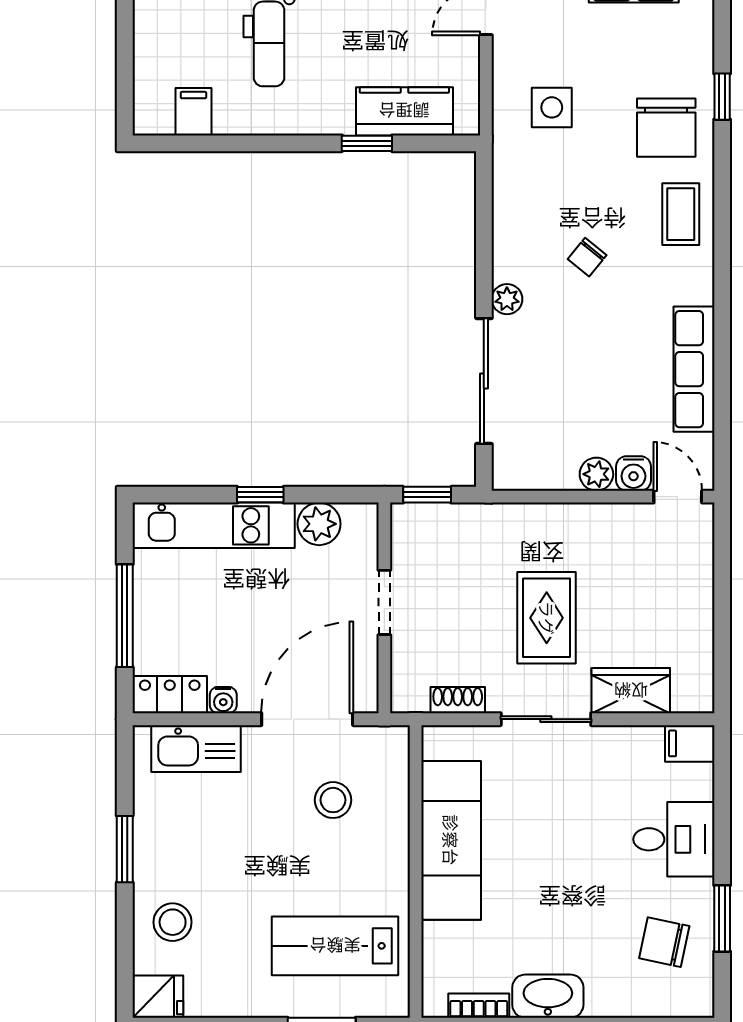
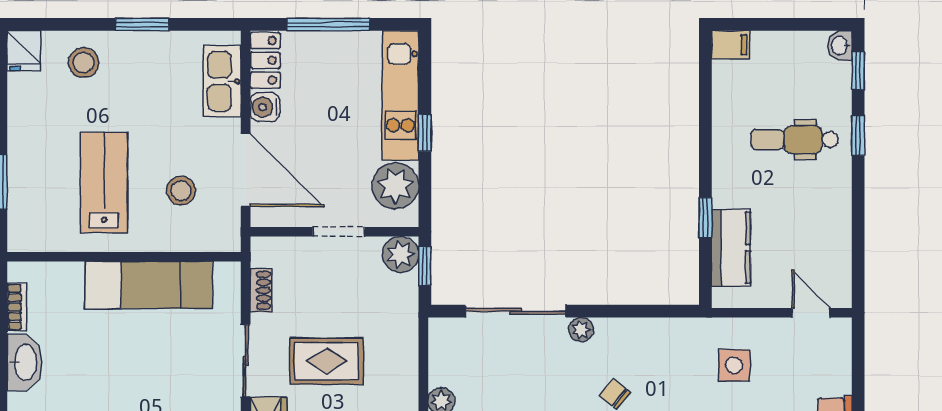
filing cabinet: (193, 112) -> (731, 45), moved
plant: (319, 524) -> (395, 186), width x1.36, depth x1.36
plant: (413, 525) -> (401, 254), added
water cooler: (223, 700) -> (265, 107), width x1.38, depth x1.38
lab bench: (335, 946) -> (104, 183), moved

